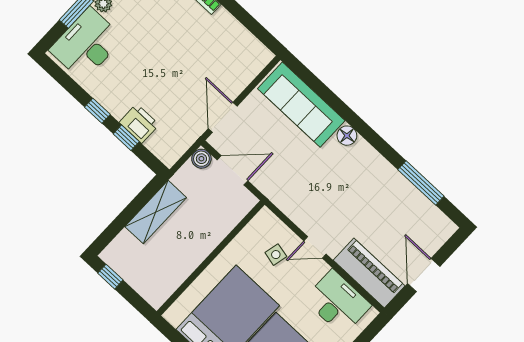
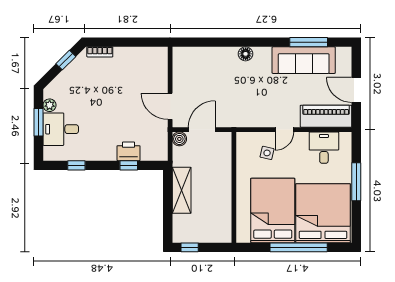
desk: (86, 44) -> (61, 129), width x0.73
sofa: (301, 105) -> (304, 60), moved
window: (97, 111) -> (76, 165), moved
desk: (338, 302) -> (324, 148), width x0.73

